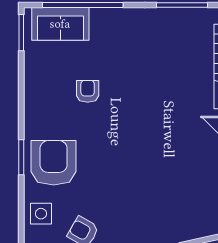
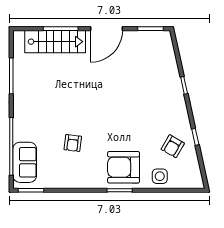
armchair: (88, 91) -> (73, 143), turned -83

